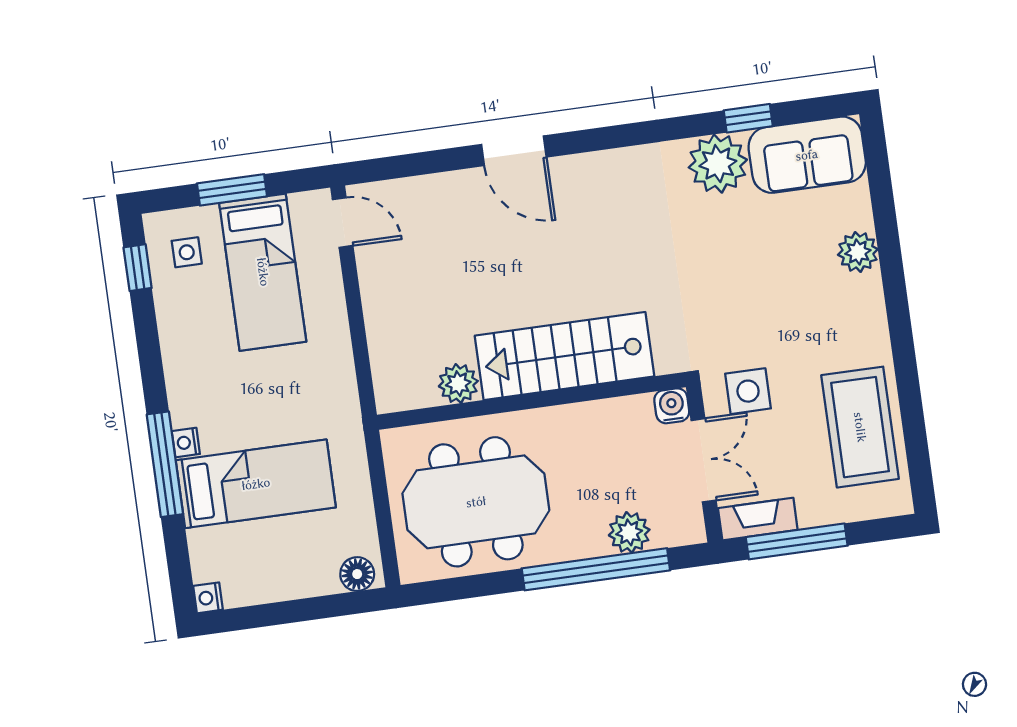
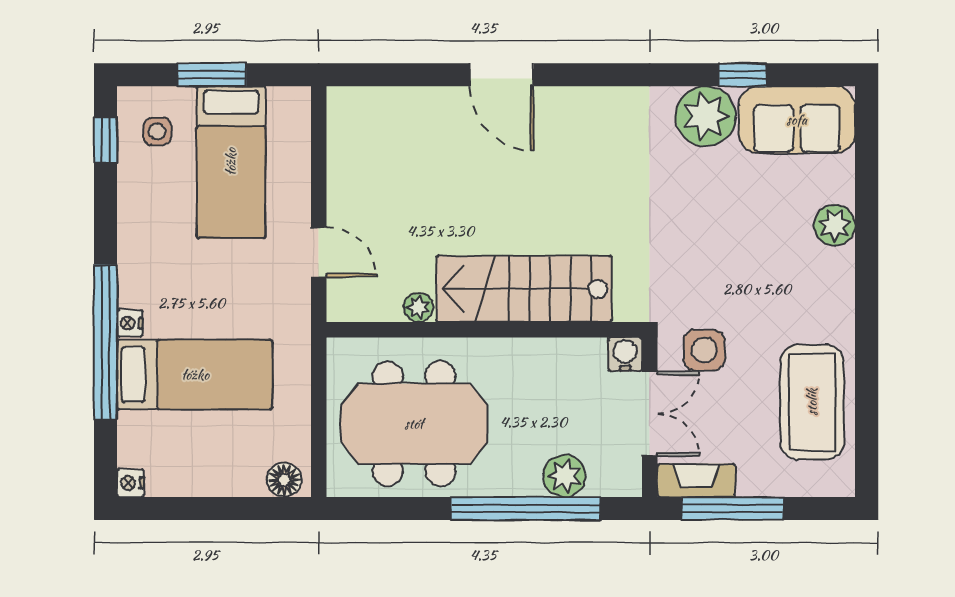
door: (343, 223) -> (319, 252), moved
plant: (458, 384) -> (418, 307), width x0.73, depth x0.73
window: (165, 464) -> (106, 342), width x1.46

